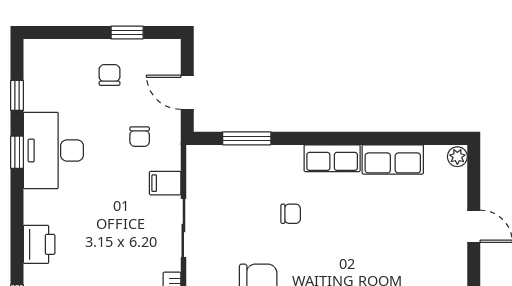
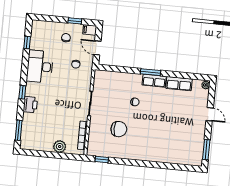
window: (247, 138) -> (150, 72), moved
window: (17, 152) -> (22, 92), moved
filing cabinet: (165, 183) -> (90, 30), moved

